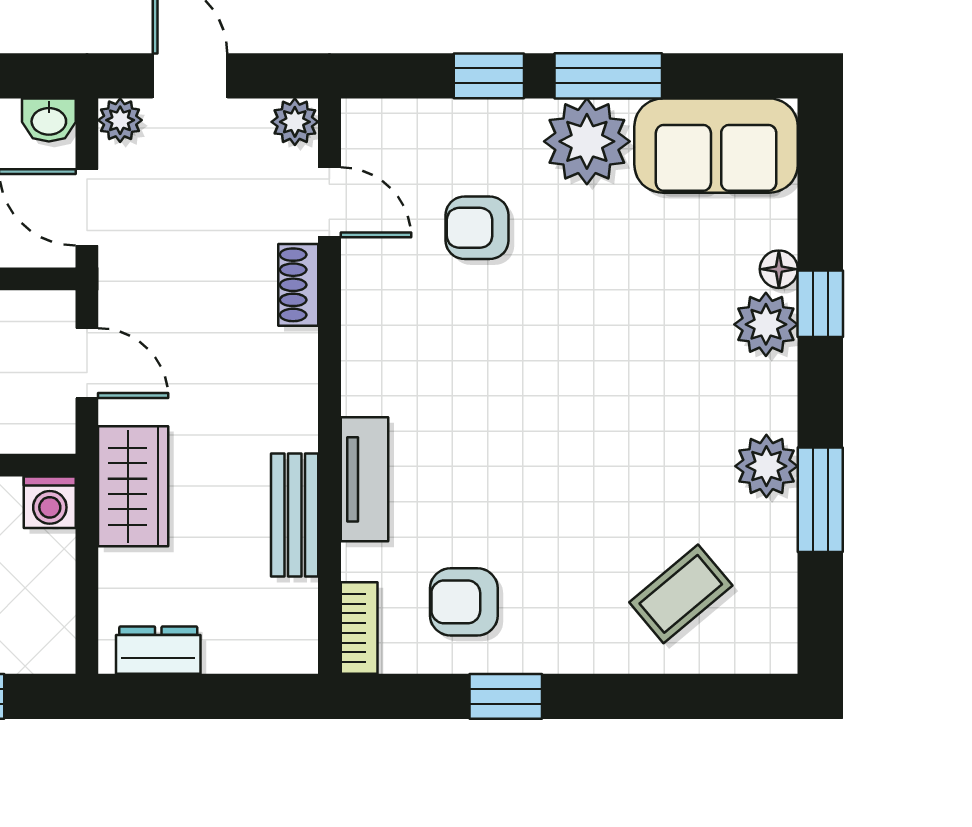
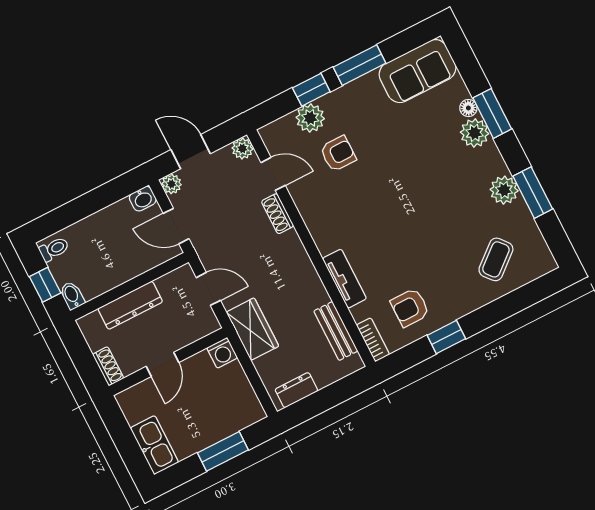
plant: (587, 141) -> (310, 118), moved, width x0.73, depth x0.73
armchair: (477, 228) -> (338, 154), turned 180
window: (820, 304) -> (492, 113), width x1.50
bench: (295, 515) -> (336, 331), moved

